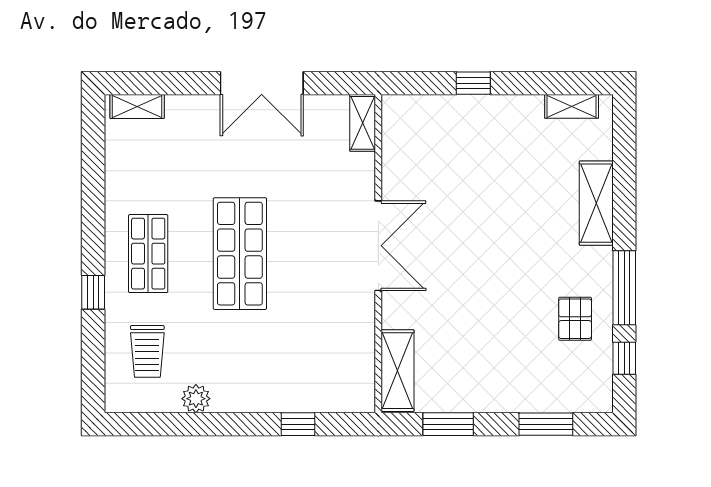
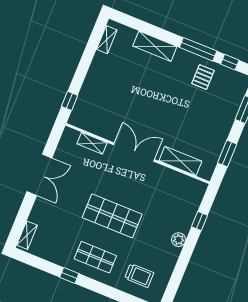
window: (473, 83) -> (70, 101), moved
shelving: (363, 123) -> (92, 143), moved
window: (93, 292) -> (69, 275), moved
pallet: (575, 319) -> (203, 77), turned 90
shelving: (397, 371) -> (180, 161), moved
plant: (196, 399) -> (179, 240), moved

